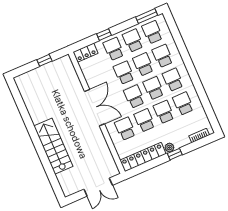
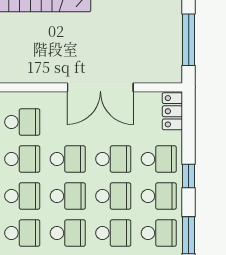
window: (104, 35) -> (189, 176), moved
window: (44, 60) -> (189, 40), width x2.17
double door: (95, 108) -> (100, 87), moved

